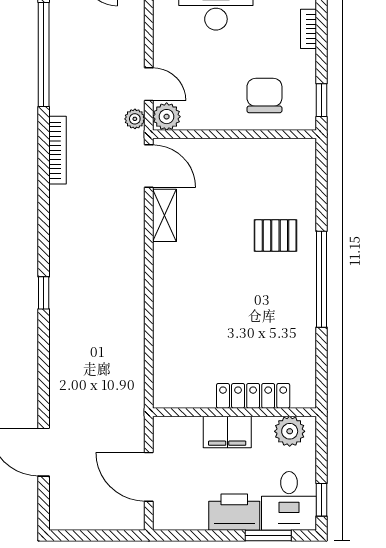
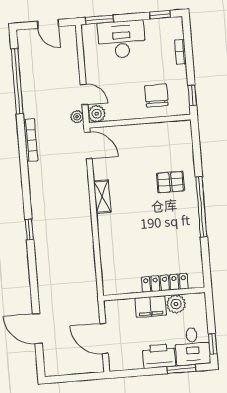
shelving: (164, 215) -> (102, 197), moved
plant: (290, 431) -> (176, 304), moved

